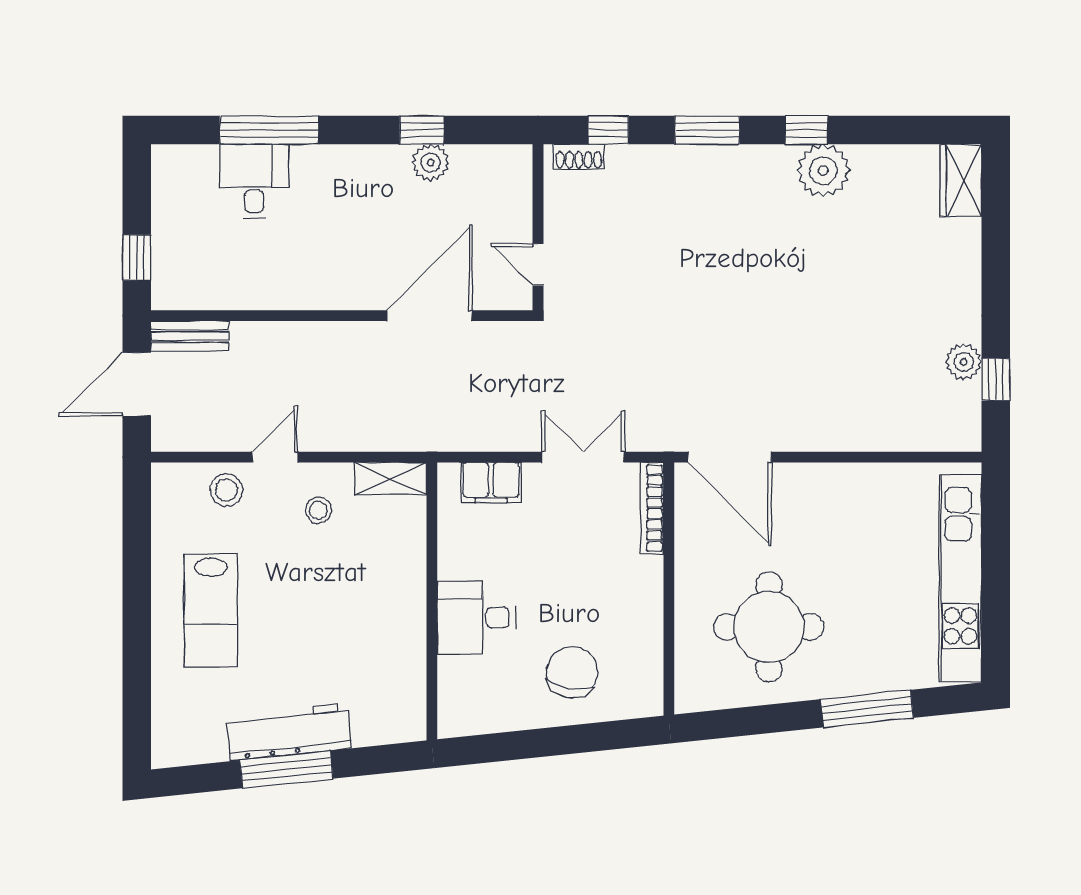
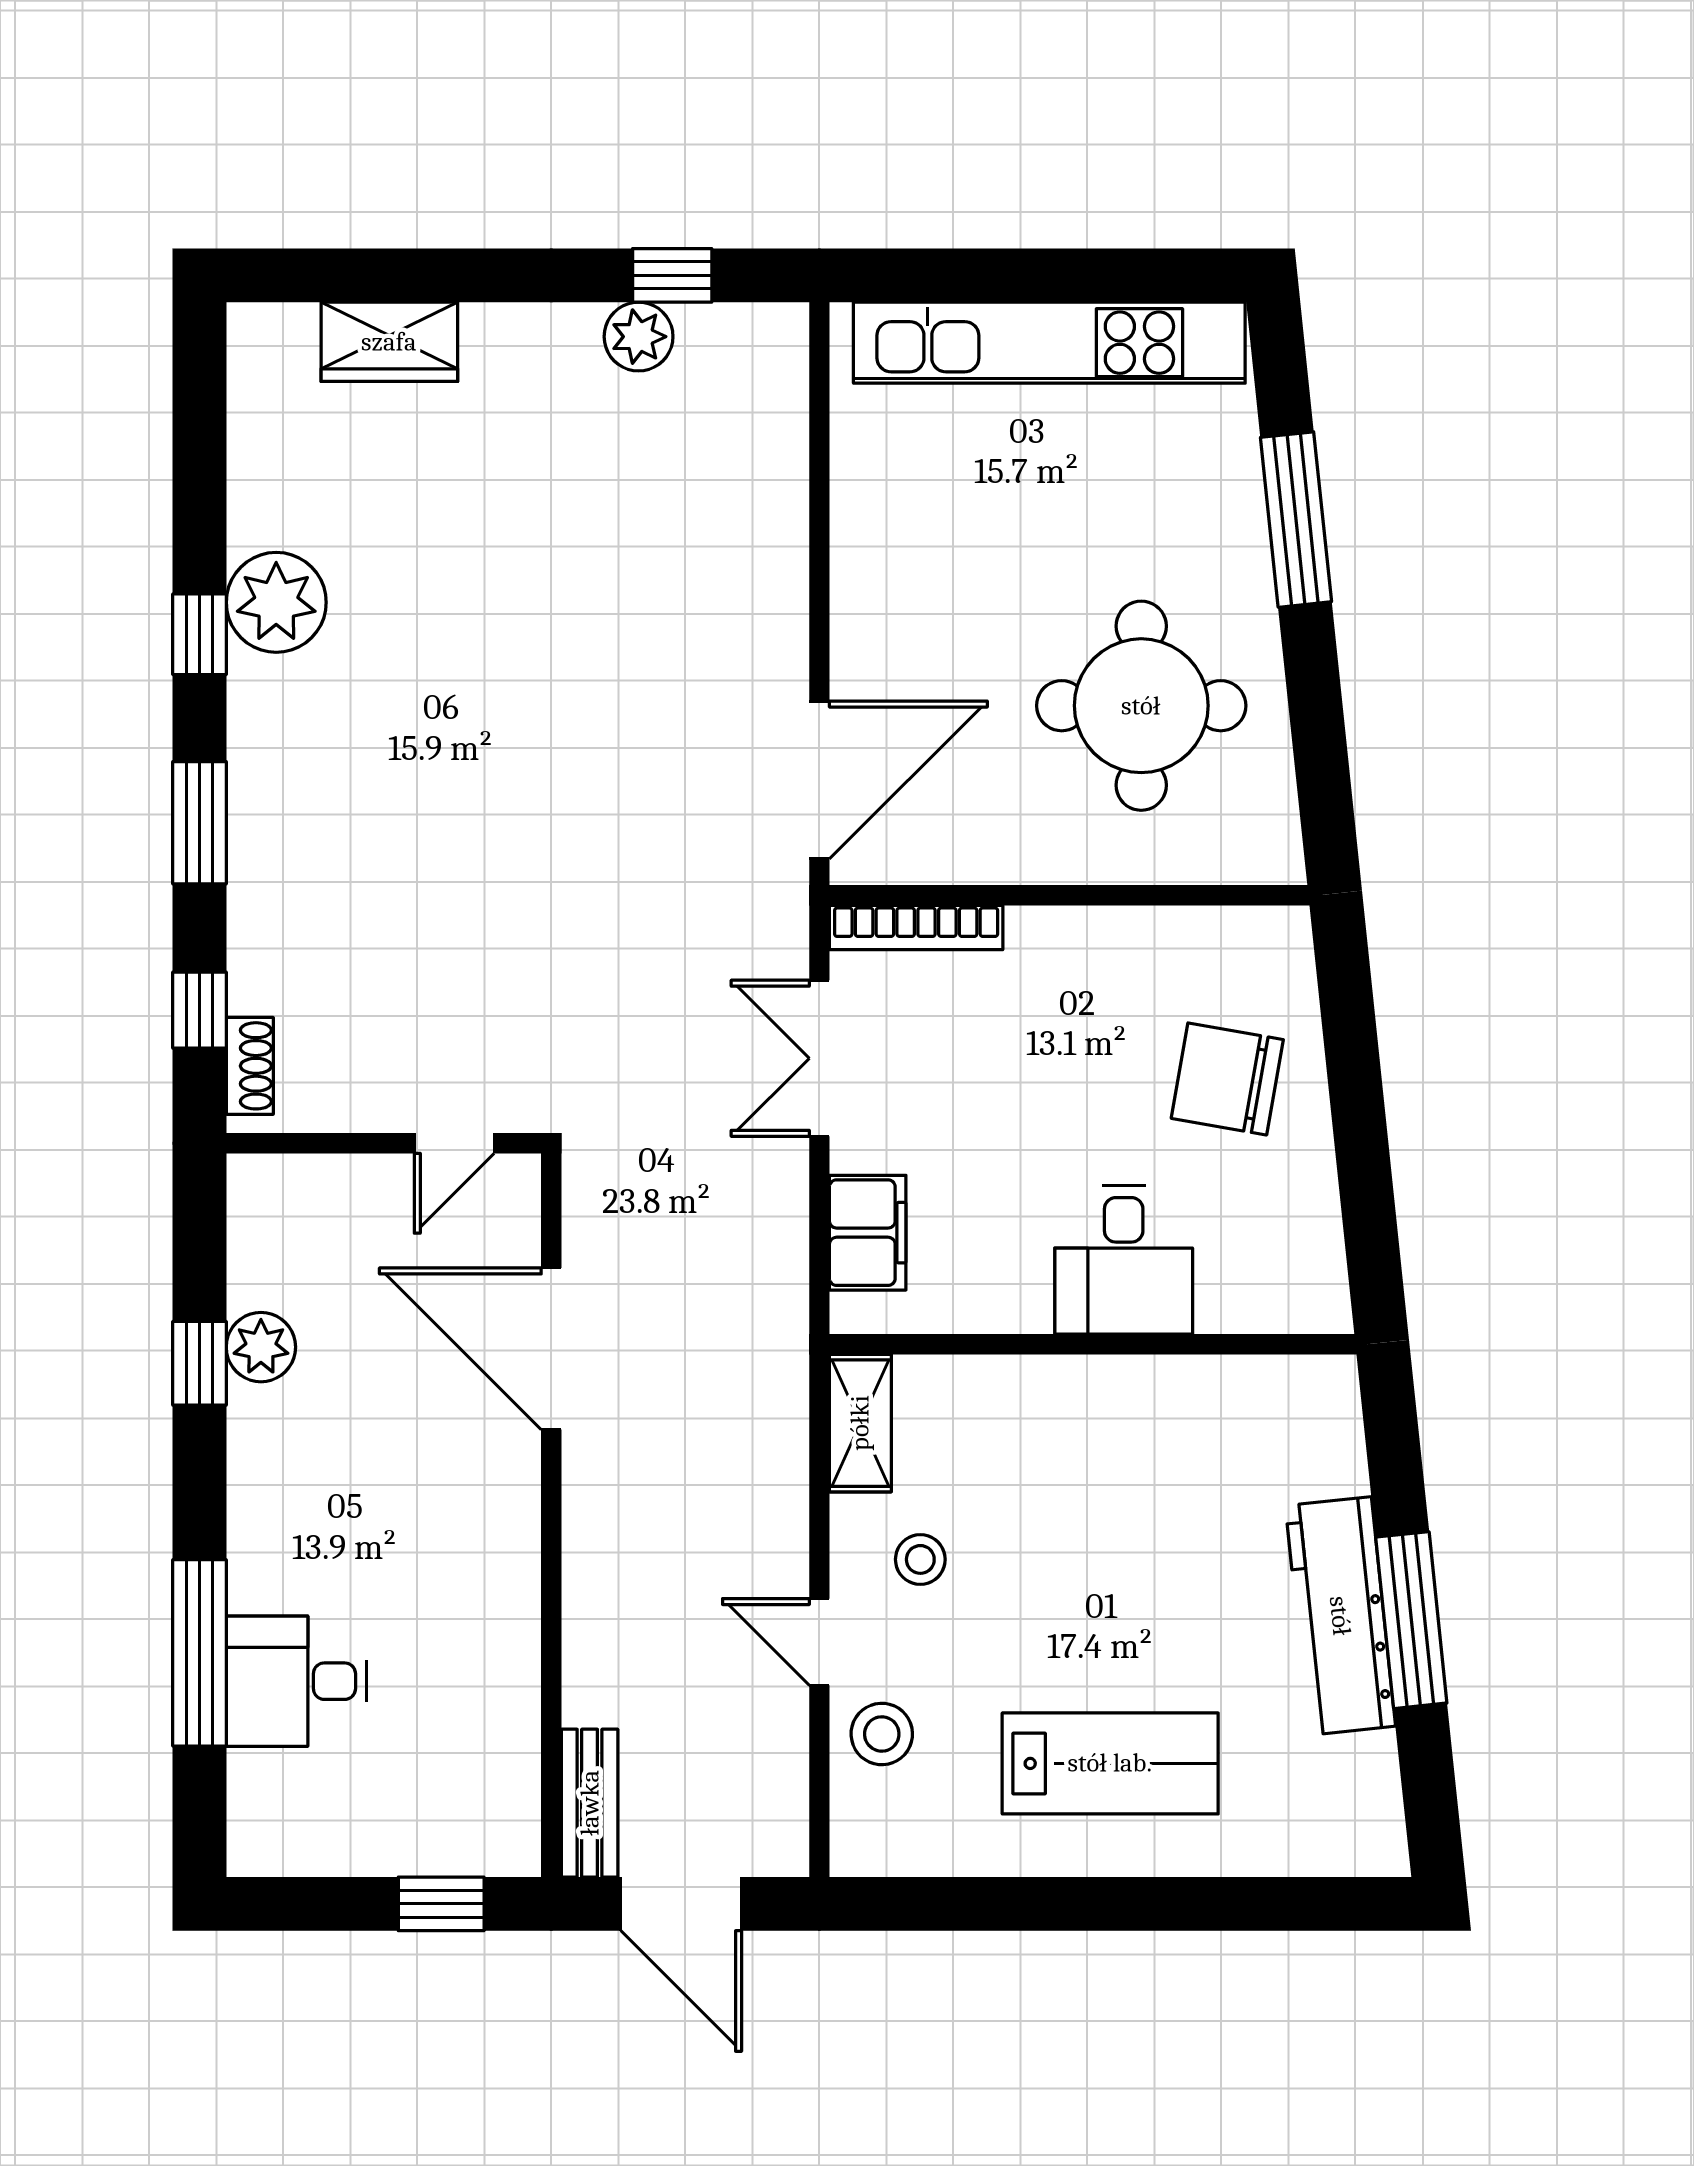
wardrobe: (961, 180) -> (389, 342), moved

